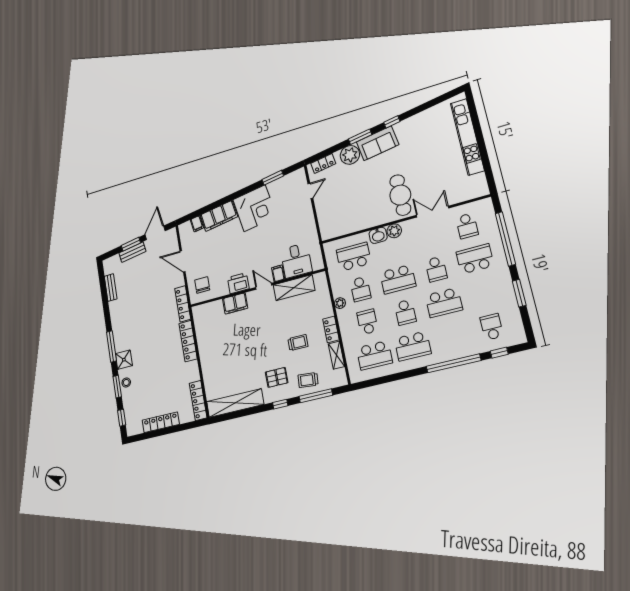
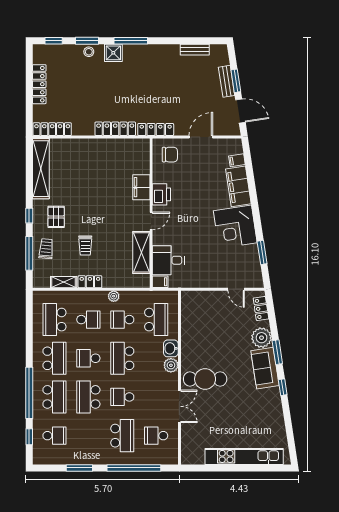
filing cabinet: (278, 273) -> (160, 282), moved
school desk: (452, 337) -> (54, 397), added
school desk: (413, 346) -> (54, 358), turned 180

